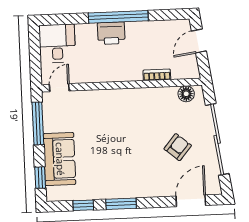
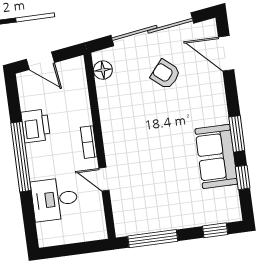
printer: (111, 33) -> (36, 126), moved
desk: (57, 43) -> (55, 199), moved
bookcase: (157, 75) -> (89, 142), moved
door: (59, 88) -> (104, 179), moved
sofa: (60, 159) -> (216, 156), moved, turned -90

